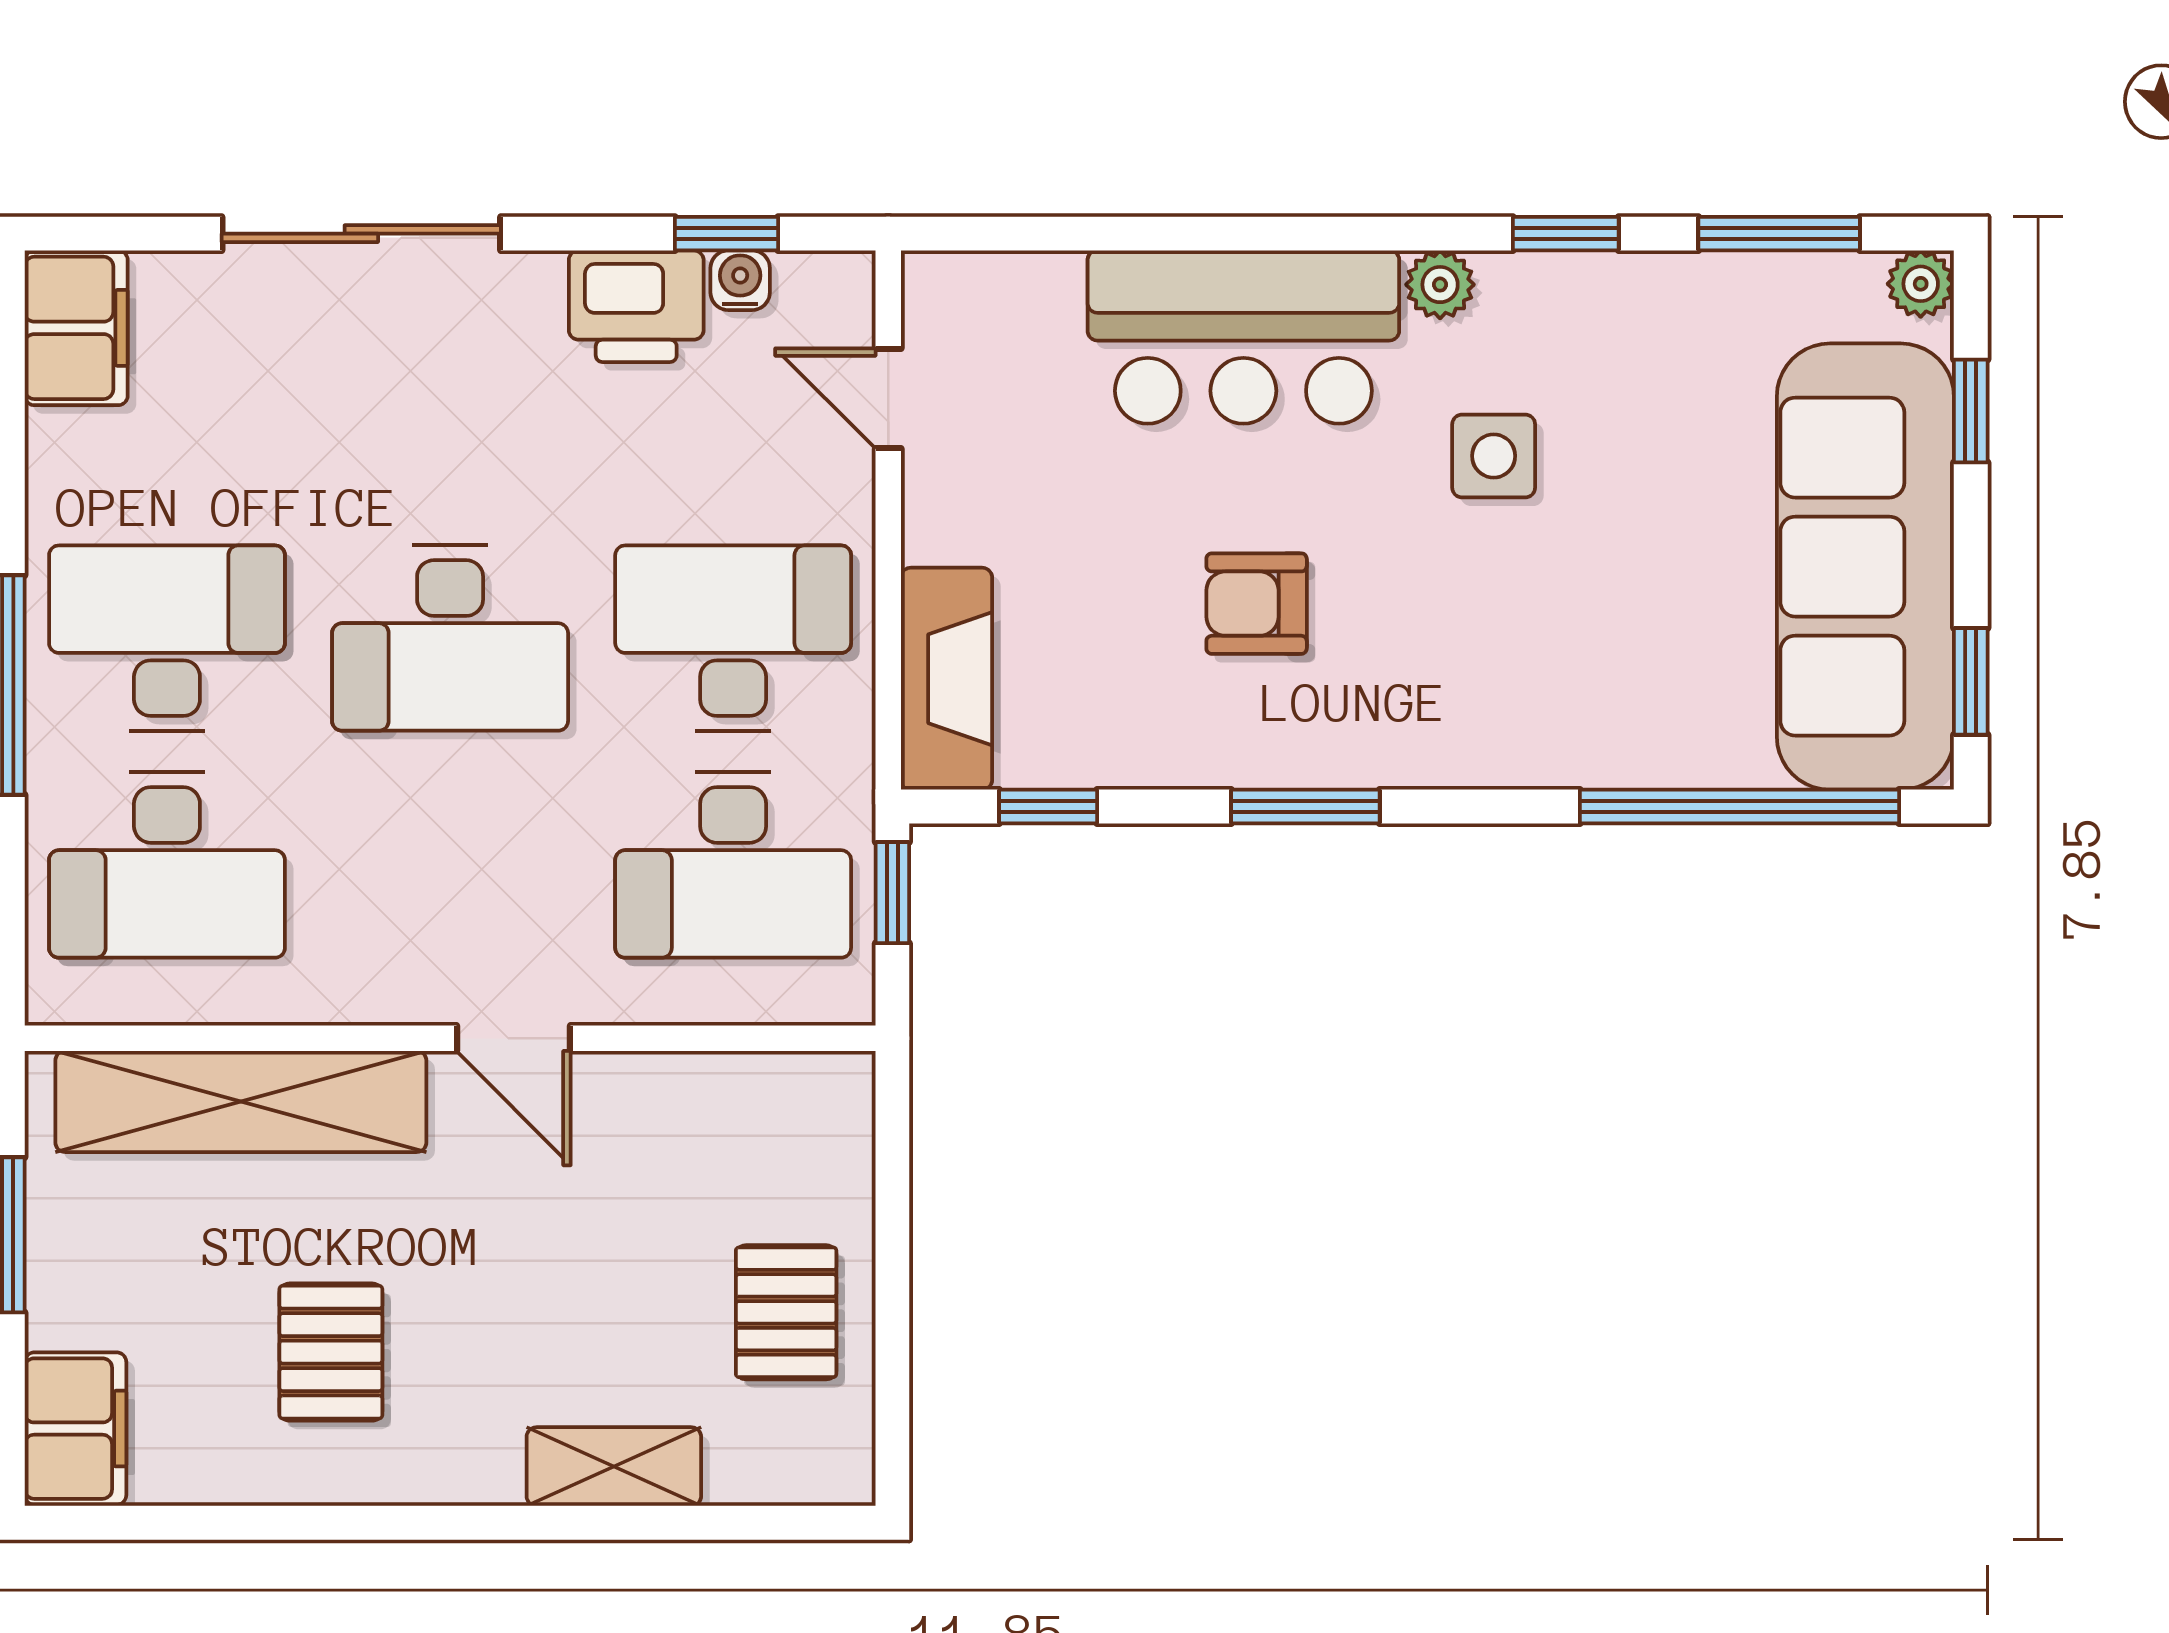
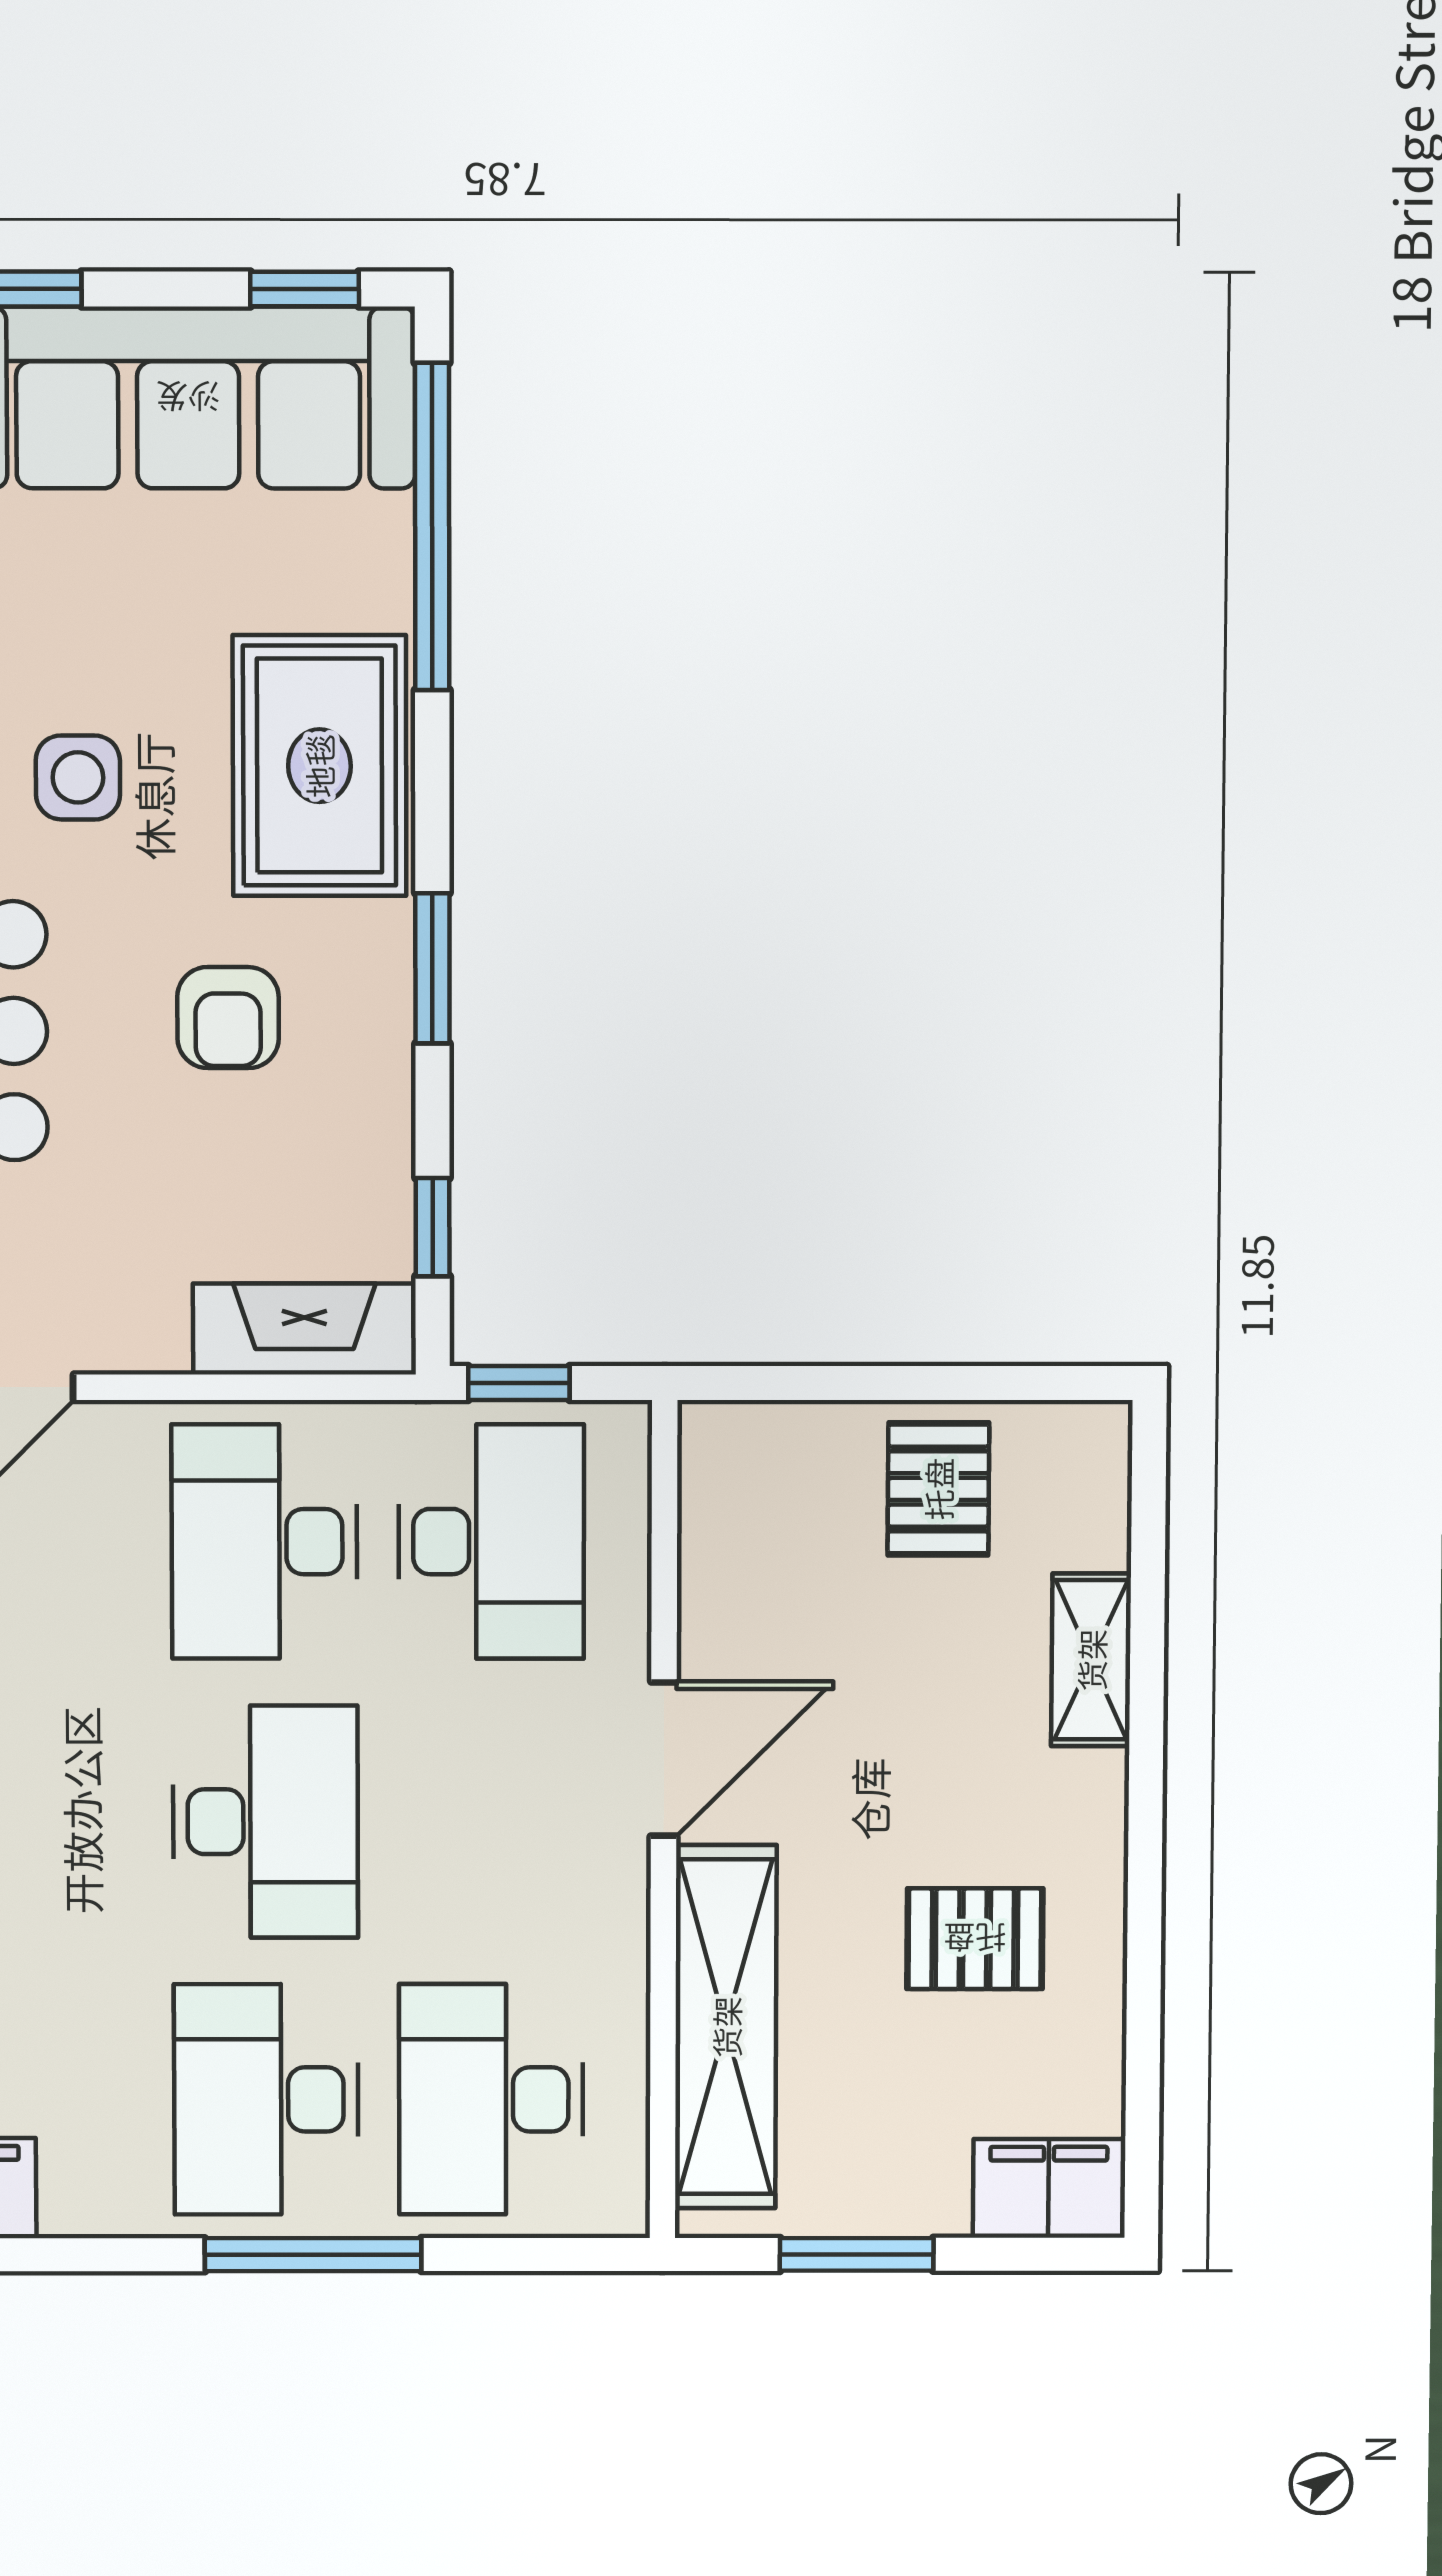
rug: (1505, 695) -> (319, 766), added
desk: (167, 865) -> (491, 2099), turned 180
door: (514, 1038) -> (664, 1759), width x1.38
pallet: (786, 1312) -> (938, 1489), turned 90

